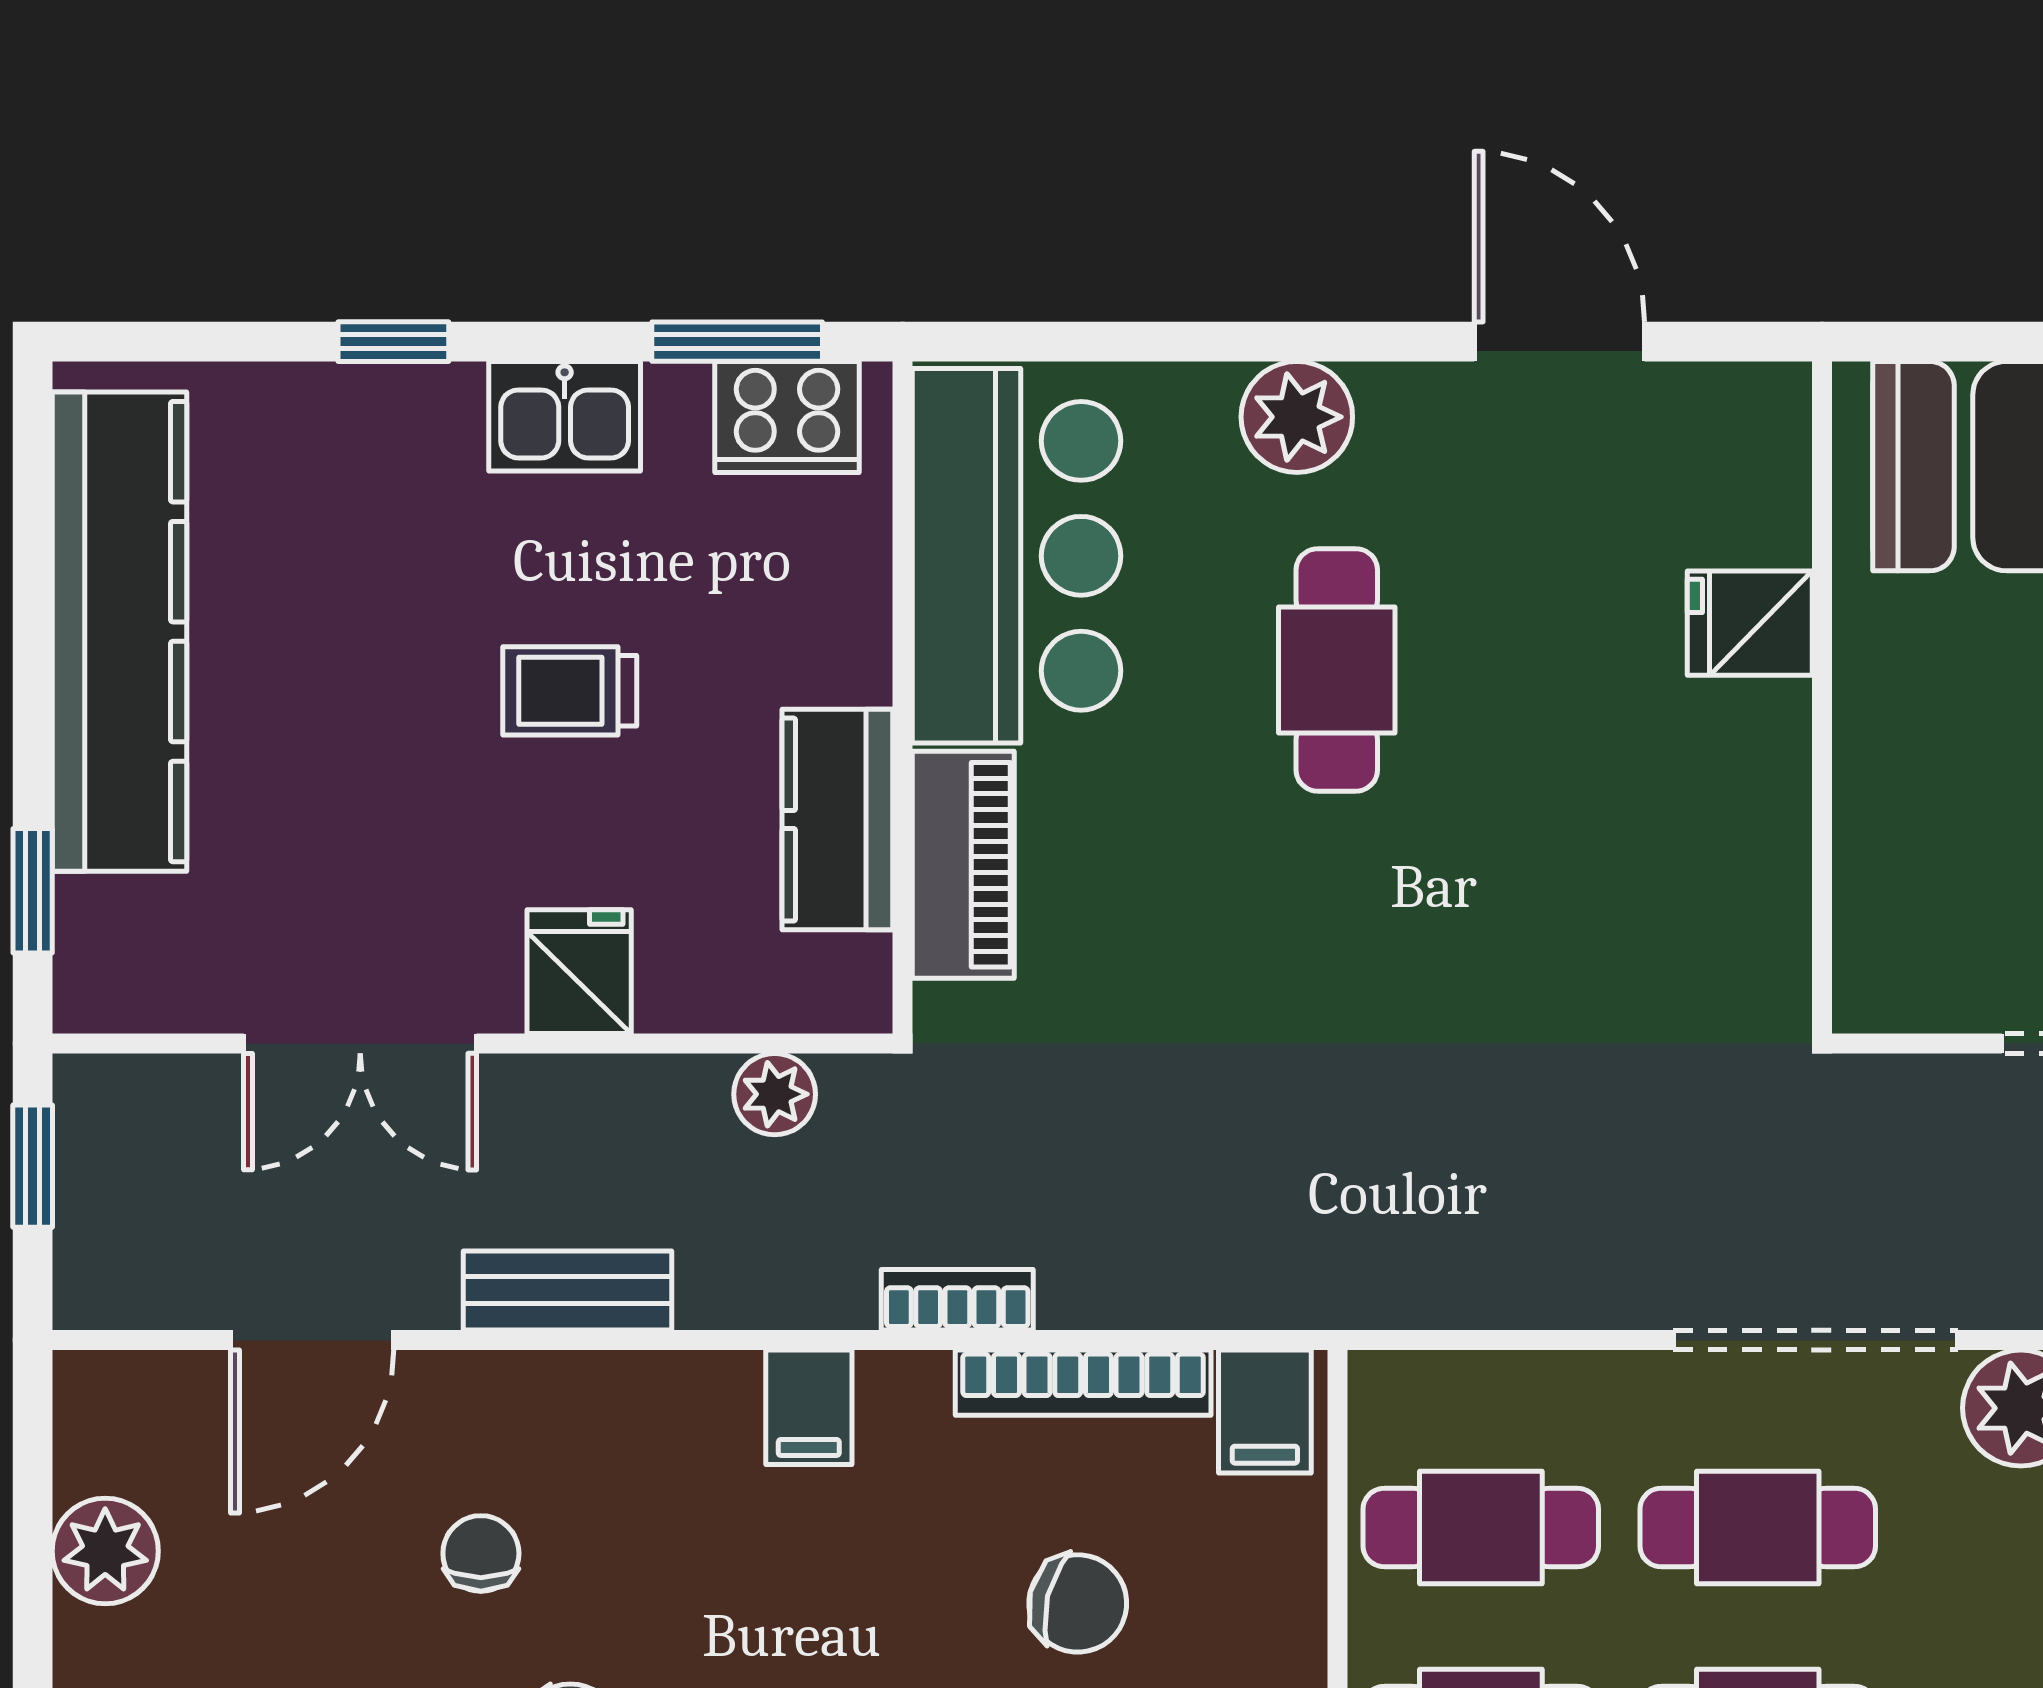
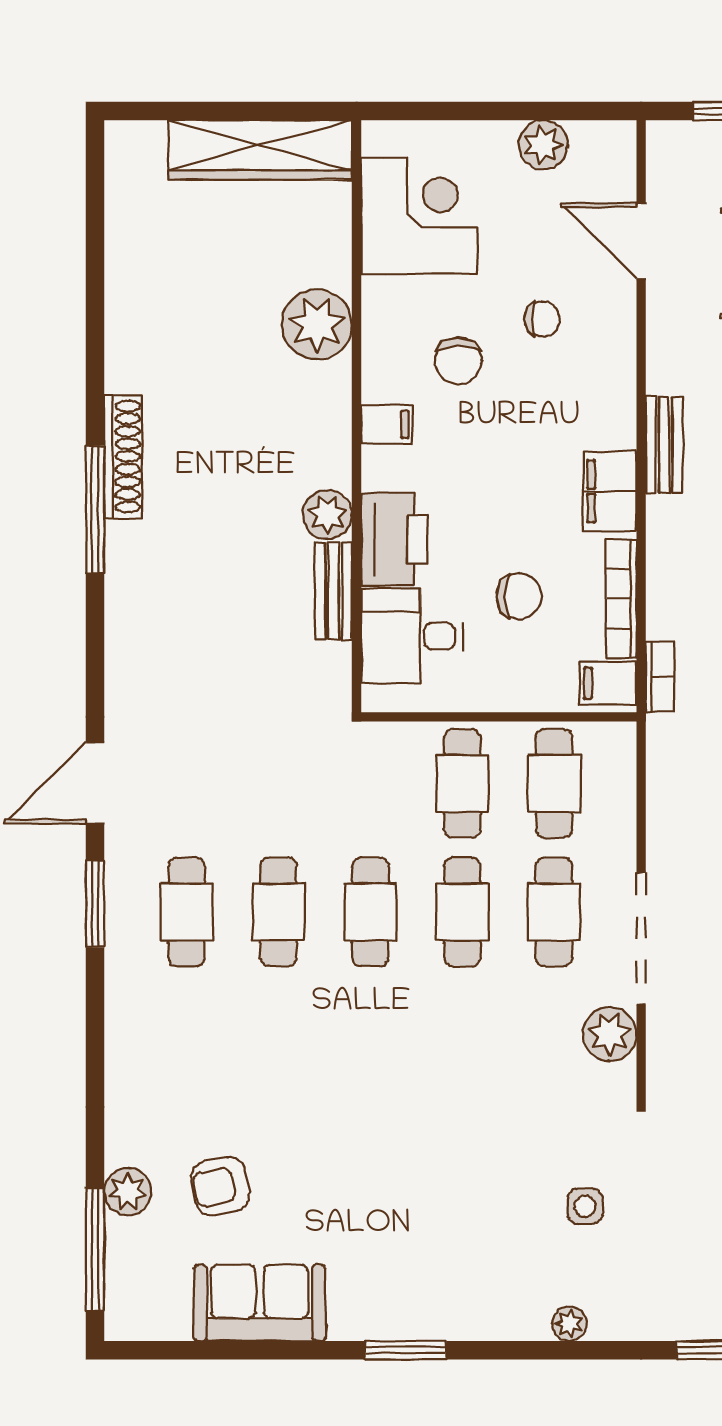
bench: (567, 1290) -> (664, 445), moved
bookcase: (957, 1300) -> (660, 677), moved
filing cabinet: (809, 1407) -> (610, 491), width x2.00
chair: (1078, 1603) -> (519, 596), turned -104

